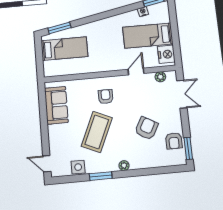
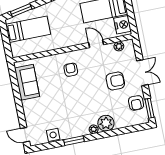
door: (136, 71) -> (96, 44), hinge flipped
double door: (182, 94) -> (142, 73), moved
armchair: (146, 128) -> (115, 81), moved, turned 61
coffee table: (97, 132) -> (66, 102), removed
plant: (138, 160) -> (106, 123), added

